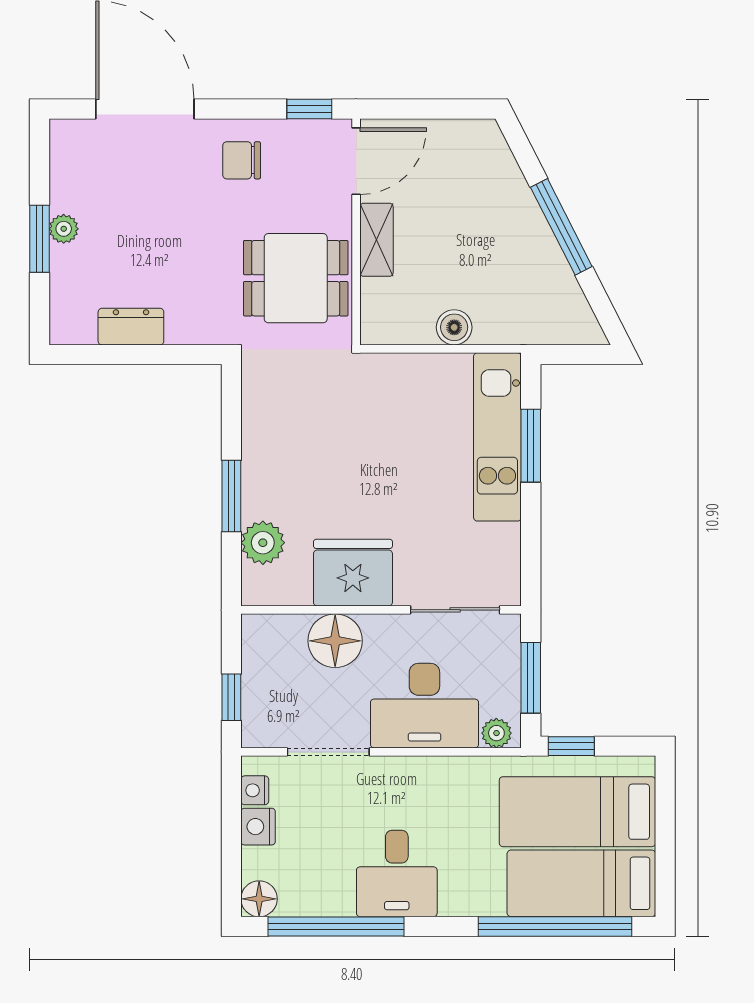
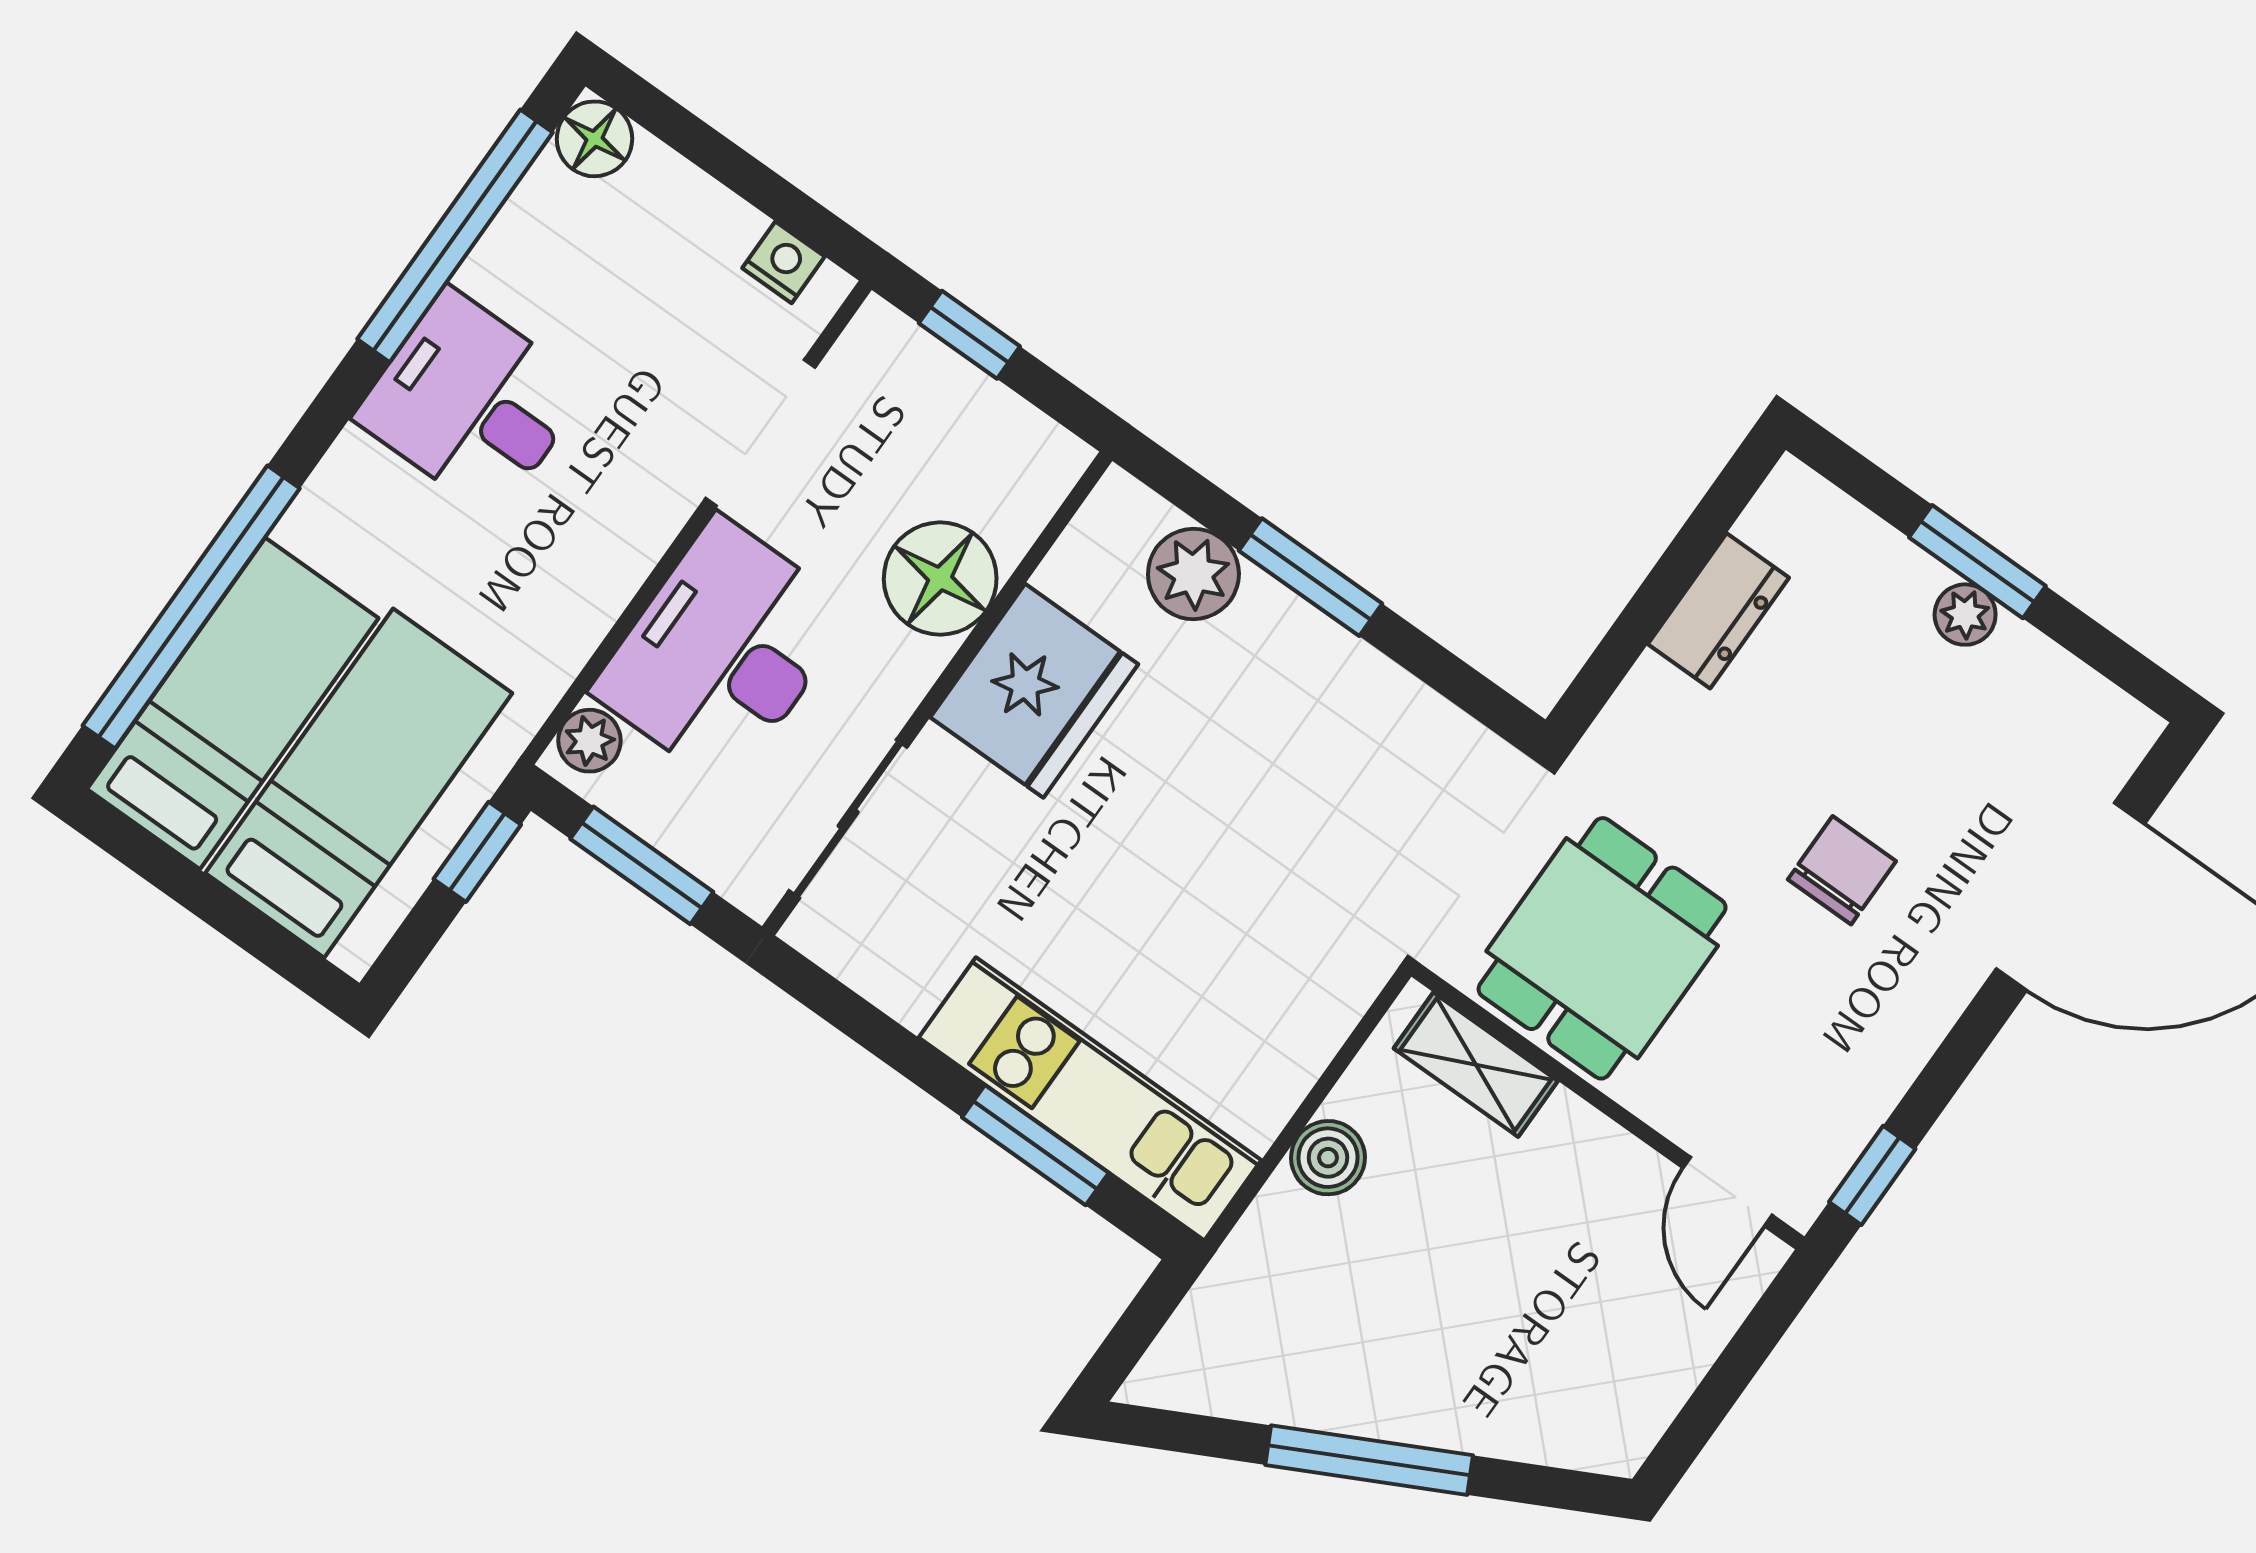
chair: (242, 160) -> (1842, 870), moved
door: (356, 161) -> (1728, 1192), width x0.73
shelving: (376, 240) -> (1476, 1065), moved
nightstand: (258, 827) -> (718, 224), removed

